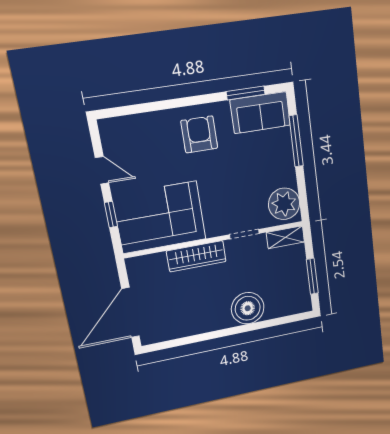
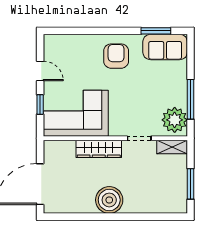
window: (296, 141) -> (191, 99), moved
boiler: (248, 308) -> (109, 200), moved

